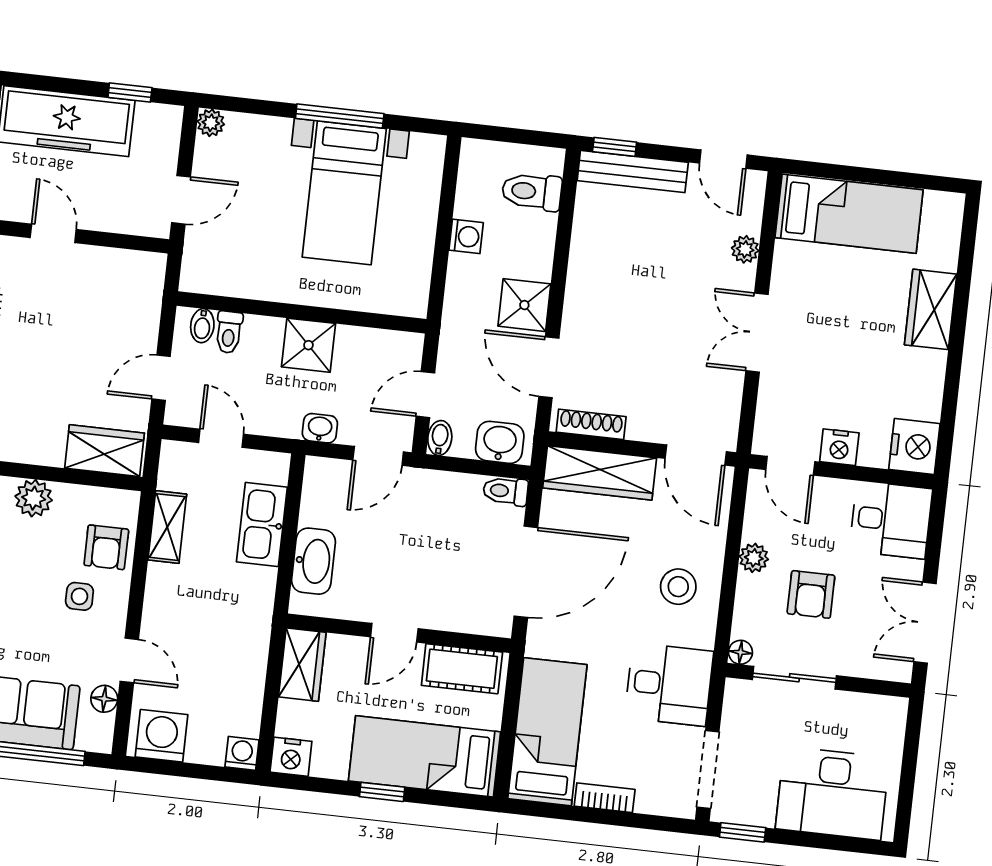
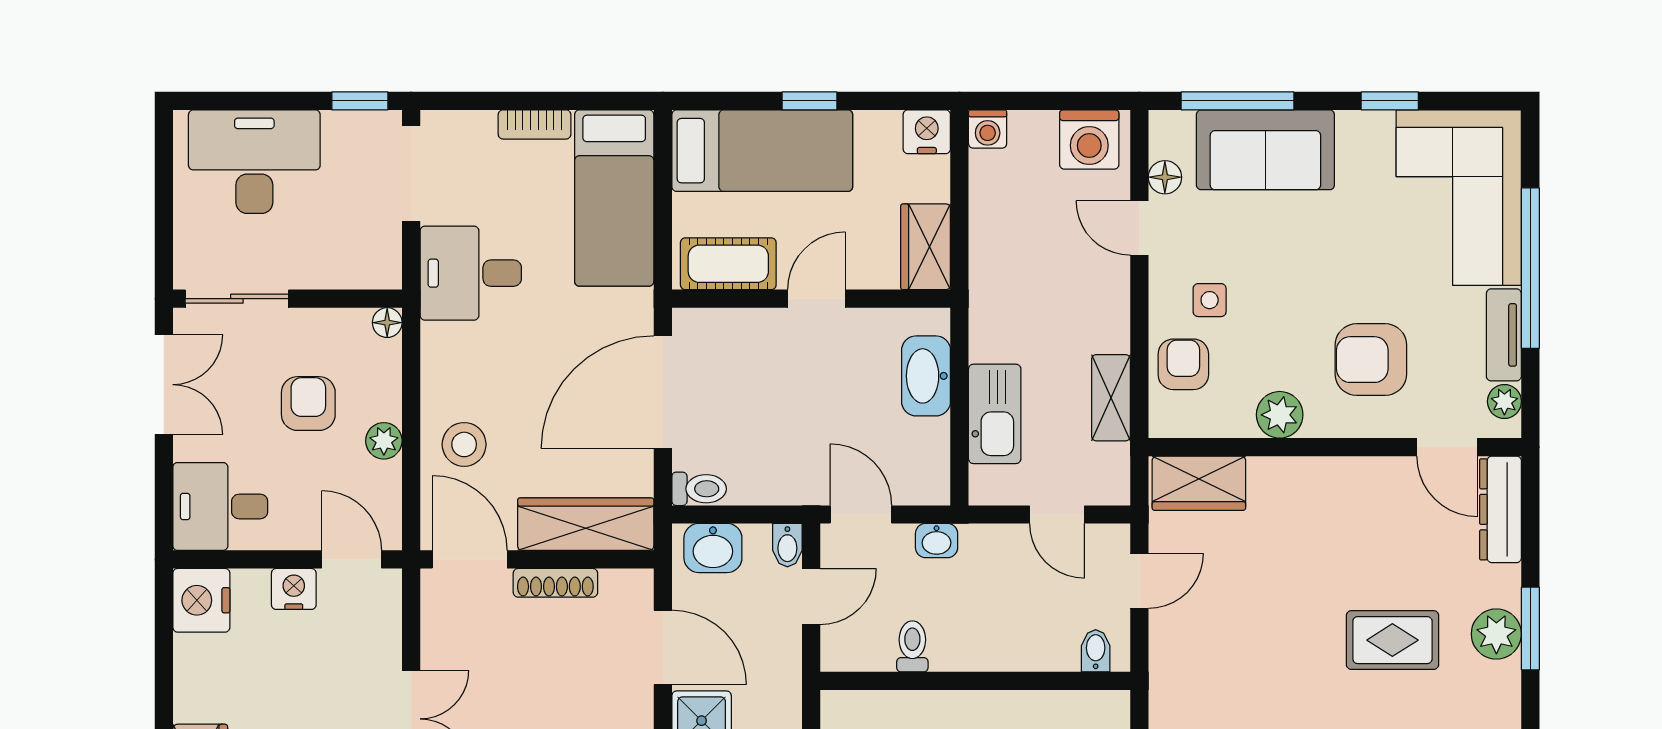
toilet: (229, 332) -> (912, 646), moved
shower: (308, 345) -> (962, 641), removed
shoe rack: (591, 424) -> (555, 583), moved
door: (378, 456) -> (861, 515), hinge flipped
stool: (678, 587) -> (464, 444), moved
sliding door: (794, 678) -> (237, 299), moved

